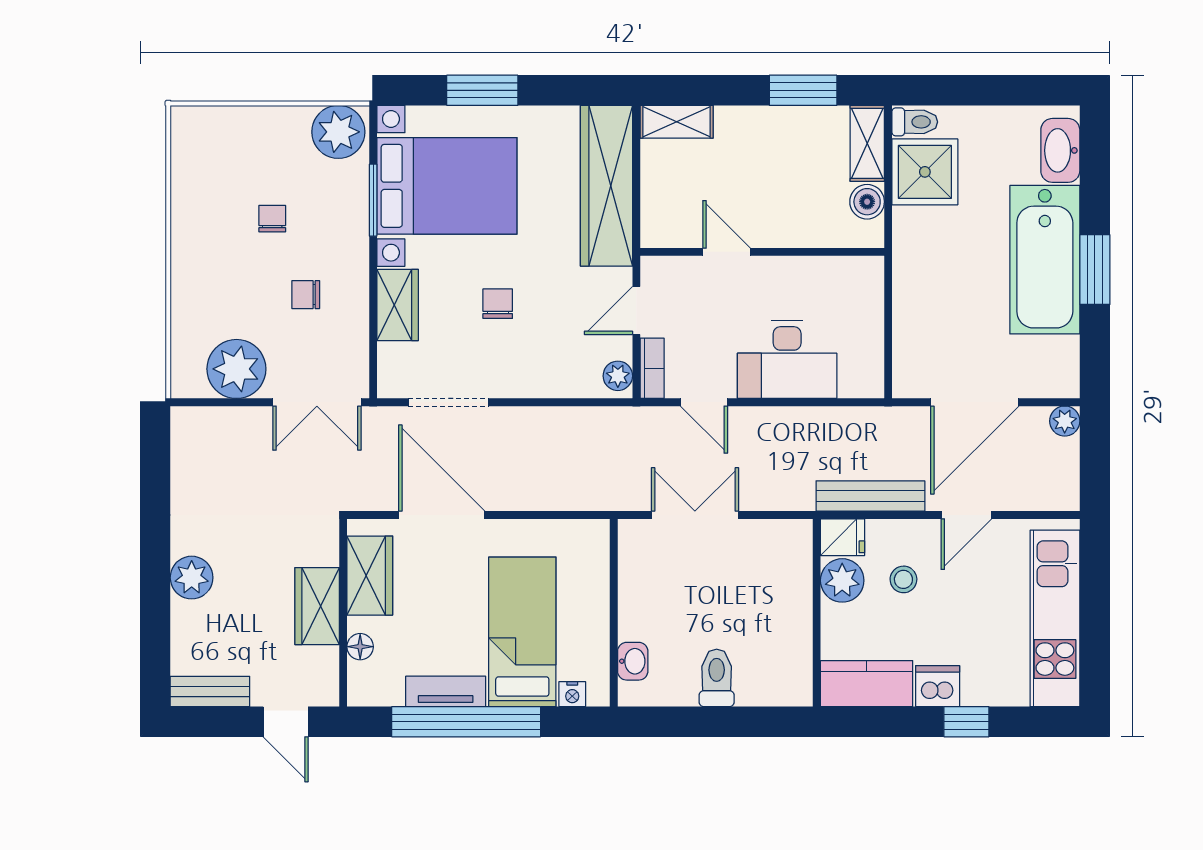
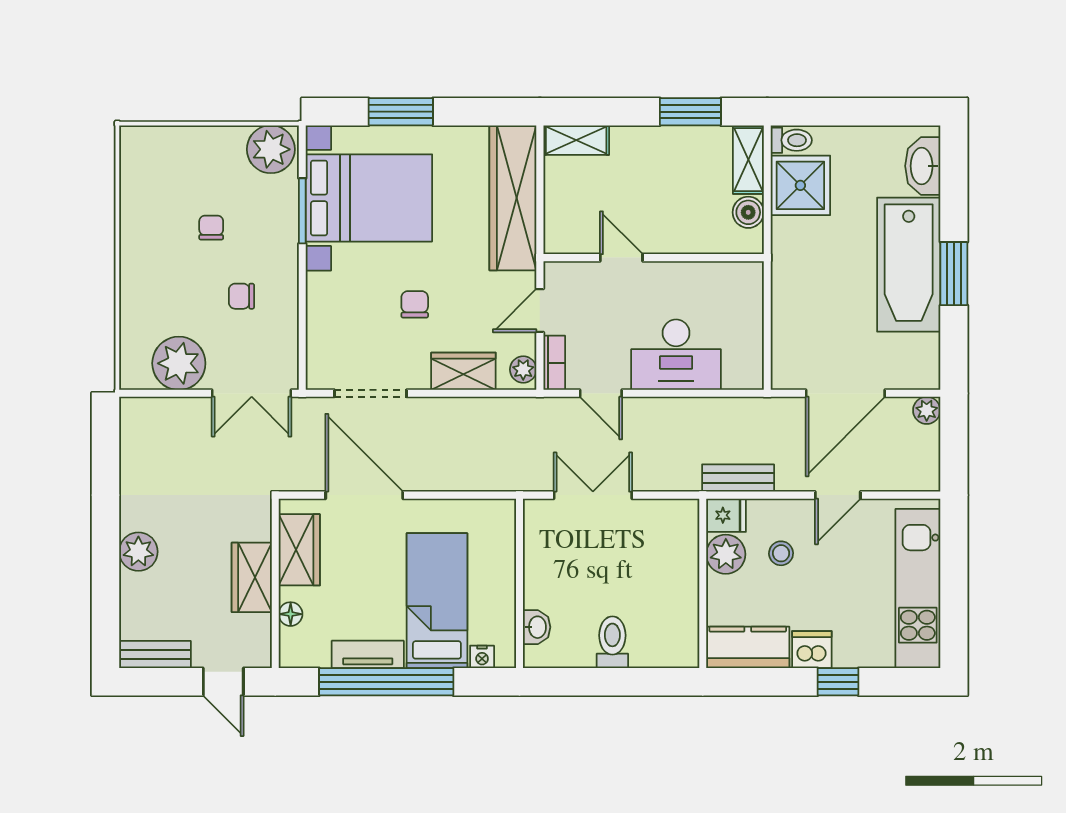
wardrobe: (398, 305) -> (463, 371), moved, turned -90
bench: (870, 496) -> (738, 478), width x0.73

